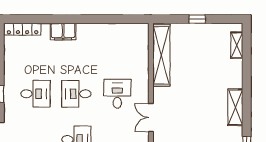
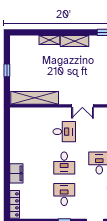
shelving: (237, 45) -> (49, 40), moved
desk: (117, 94) -> (64, 132), turned 180

